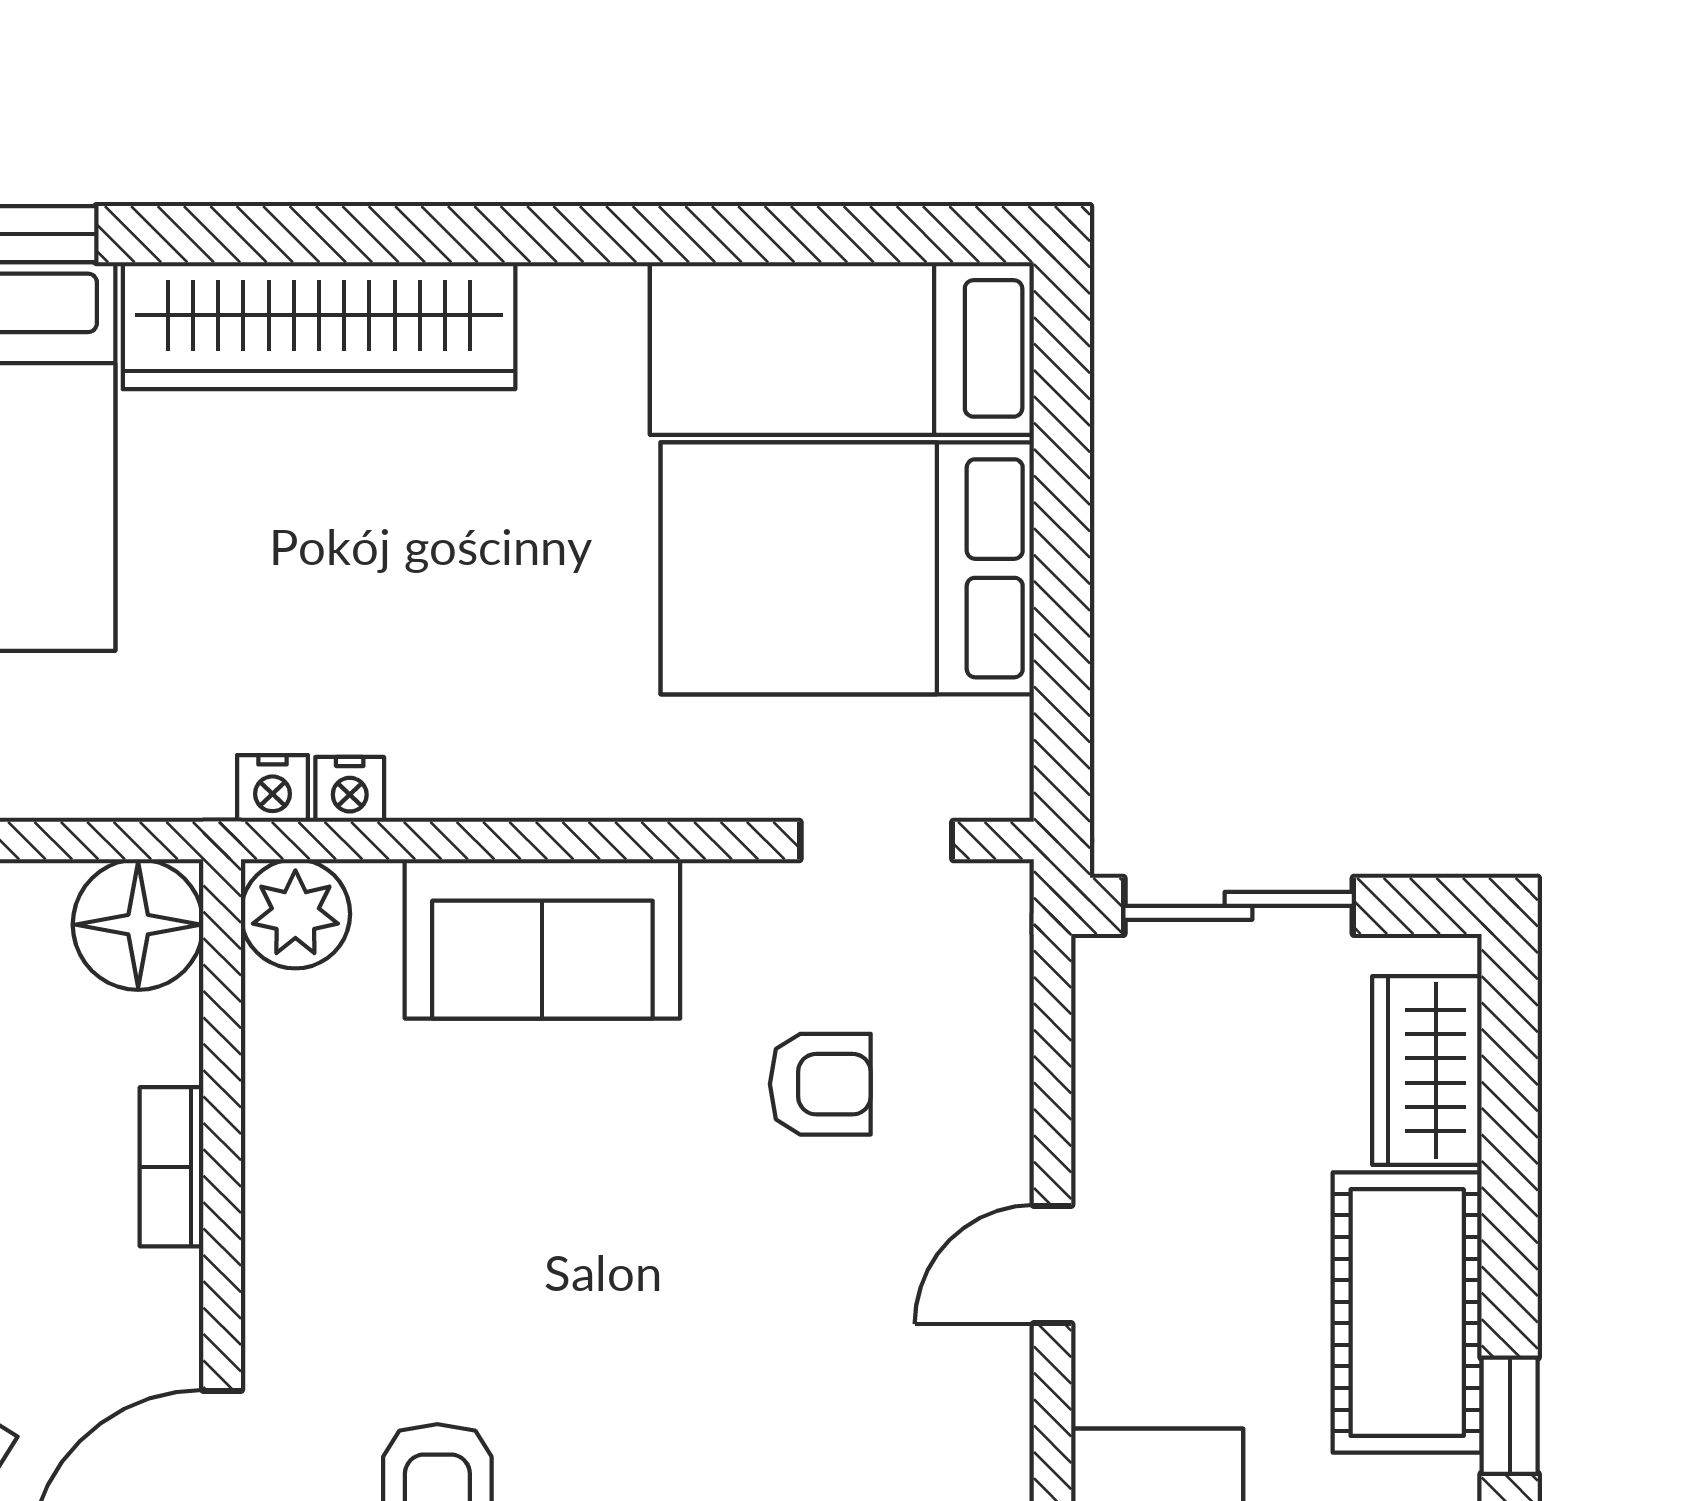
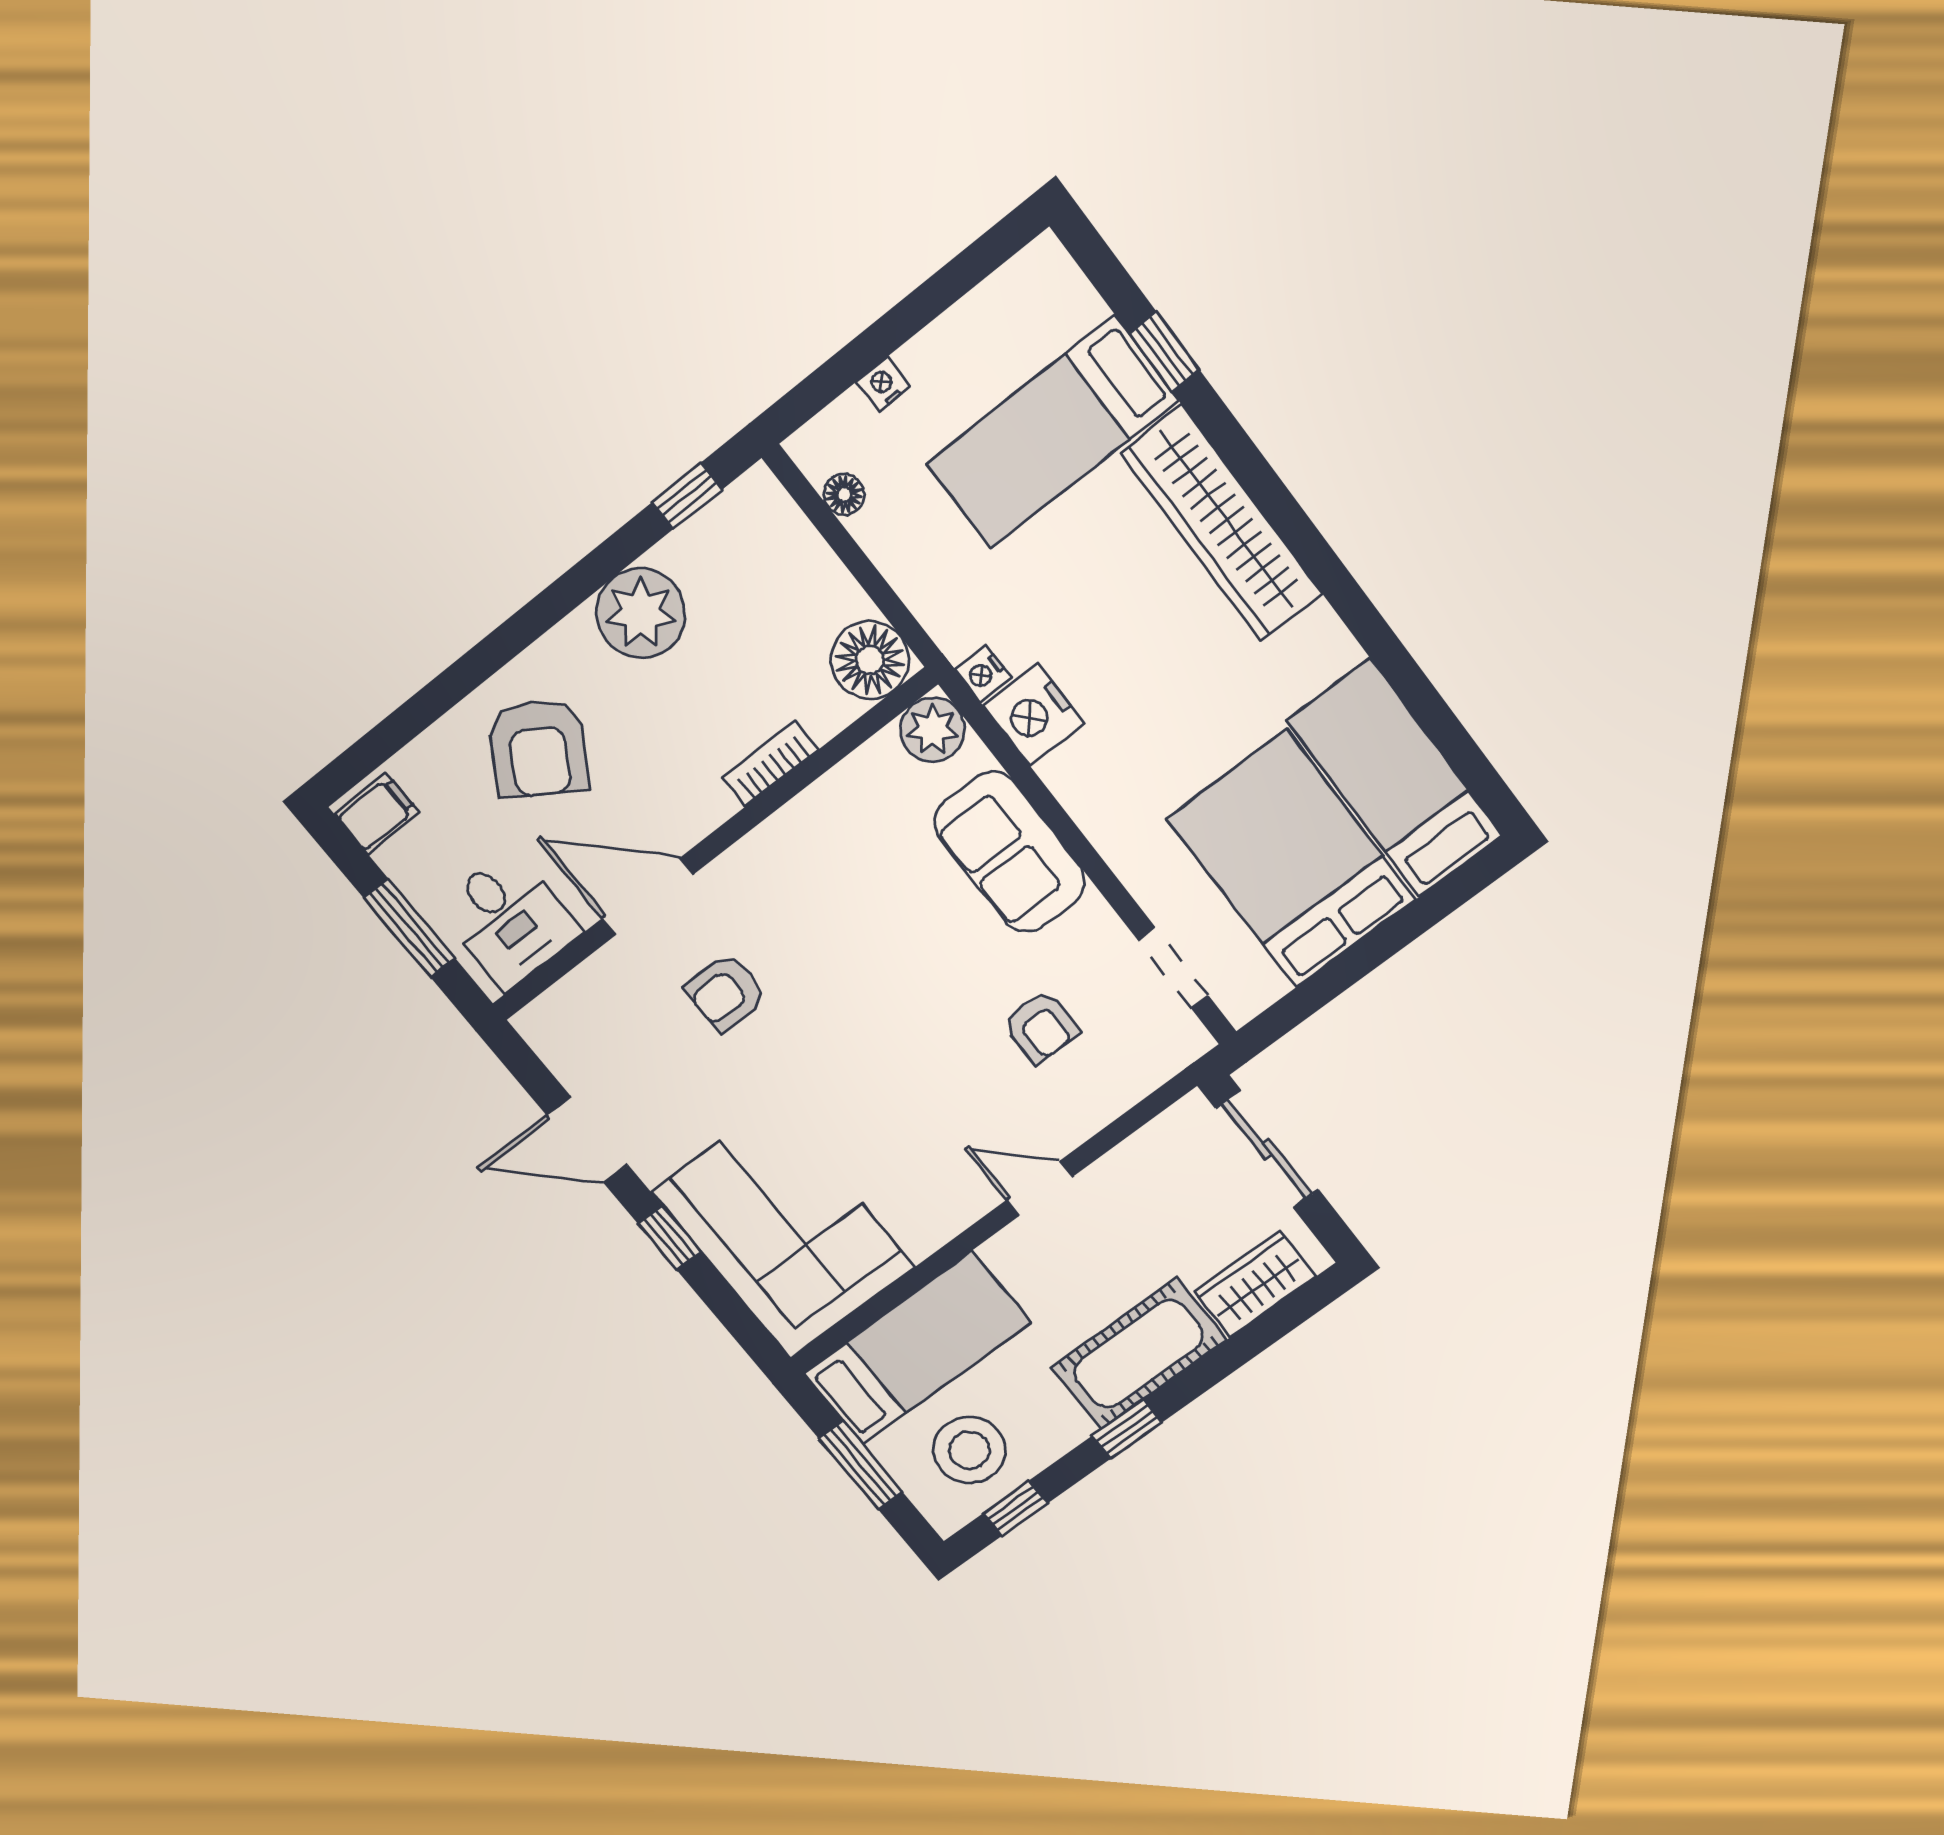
nightstand: (350, 789) -> (1034, 715), width x1.89, depth x1.79

